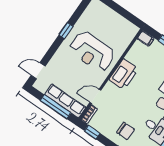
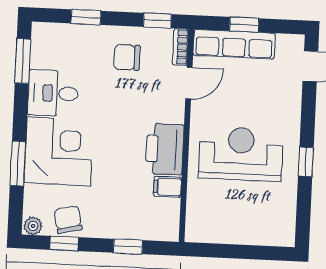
filing cabinet: (146, 39) -> (168, 187), moved
window: (56, 107) -> (244, 25), width x0.46
chair: (125, 131) -> (127, 57), moved

